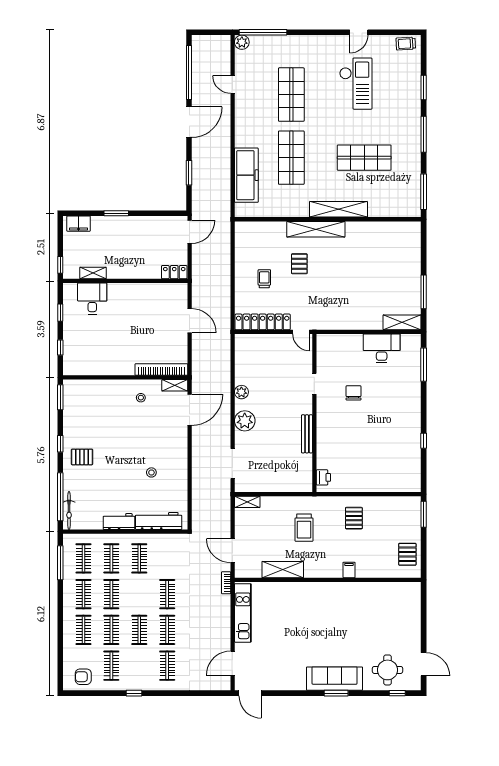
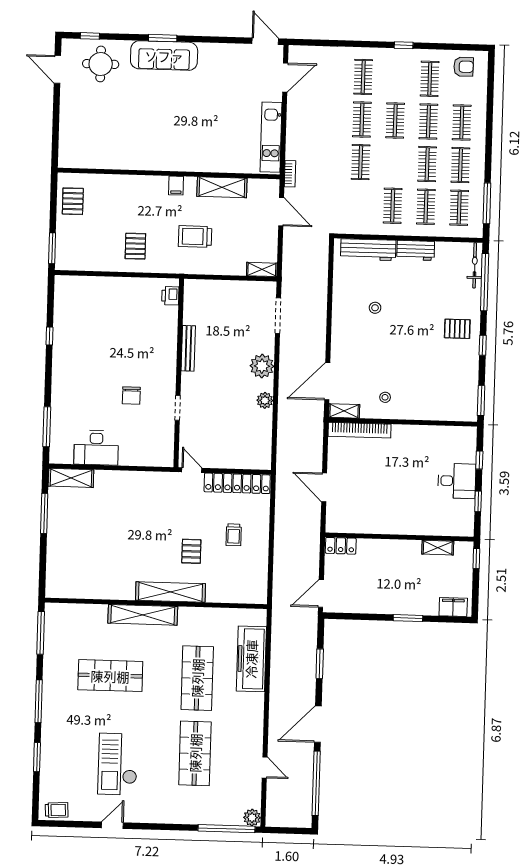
desk: (92, 299) -> (457, 481), moved, turned -90
trolley: (304, 528) -> (195, 237), turned -90
filing cabinet: (349, 570) -> (176, 186), moved

